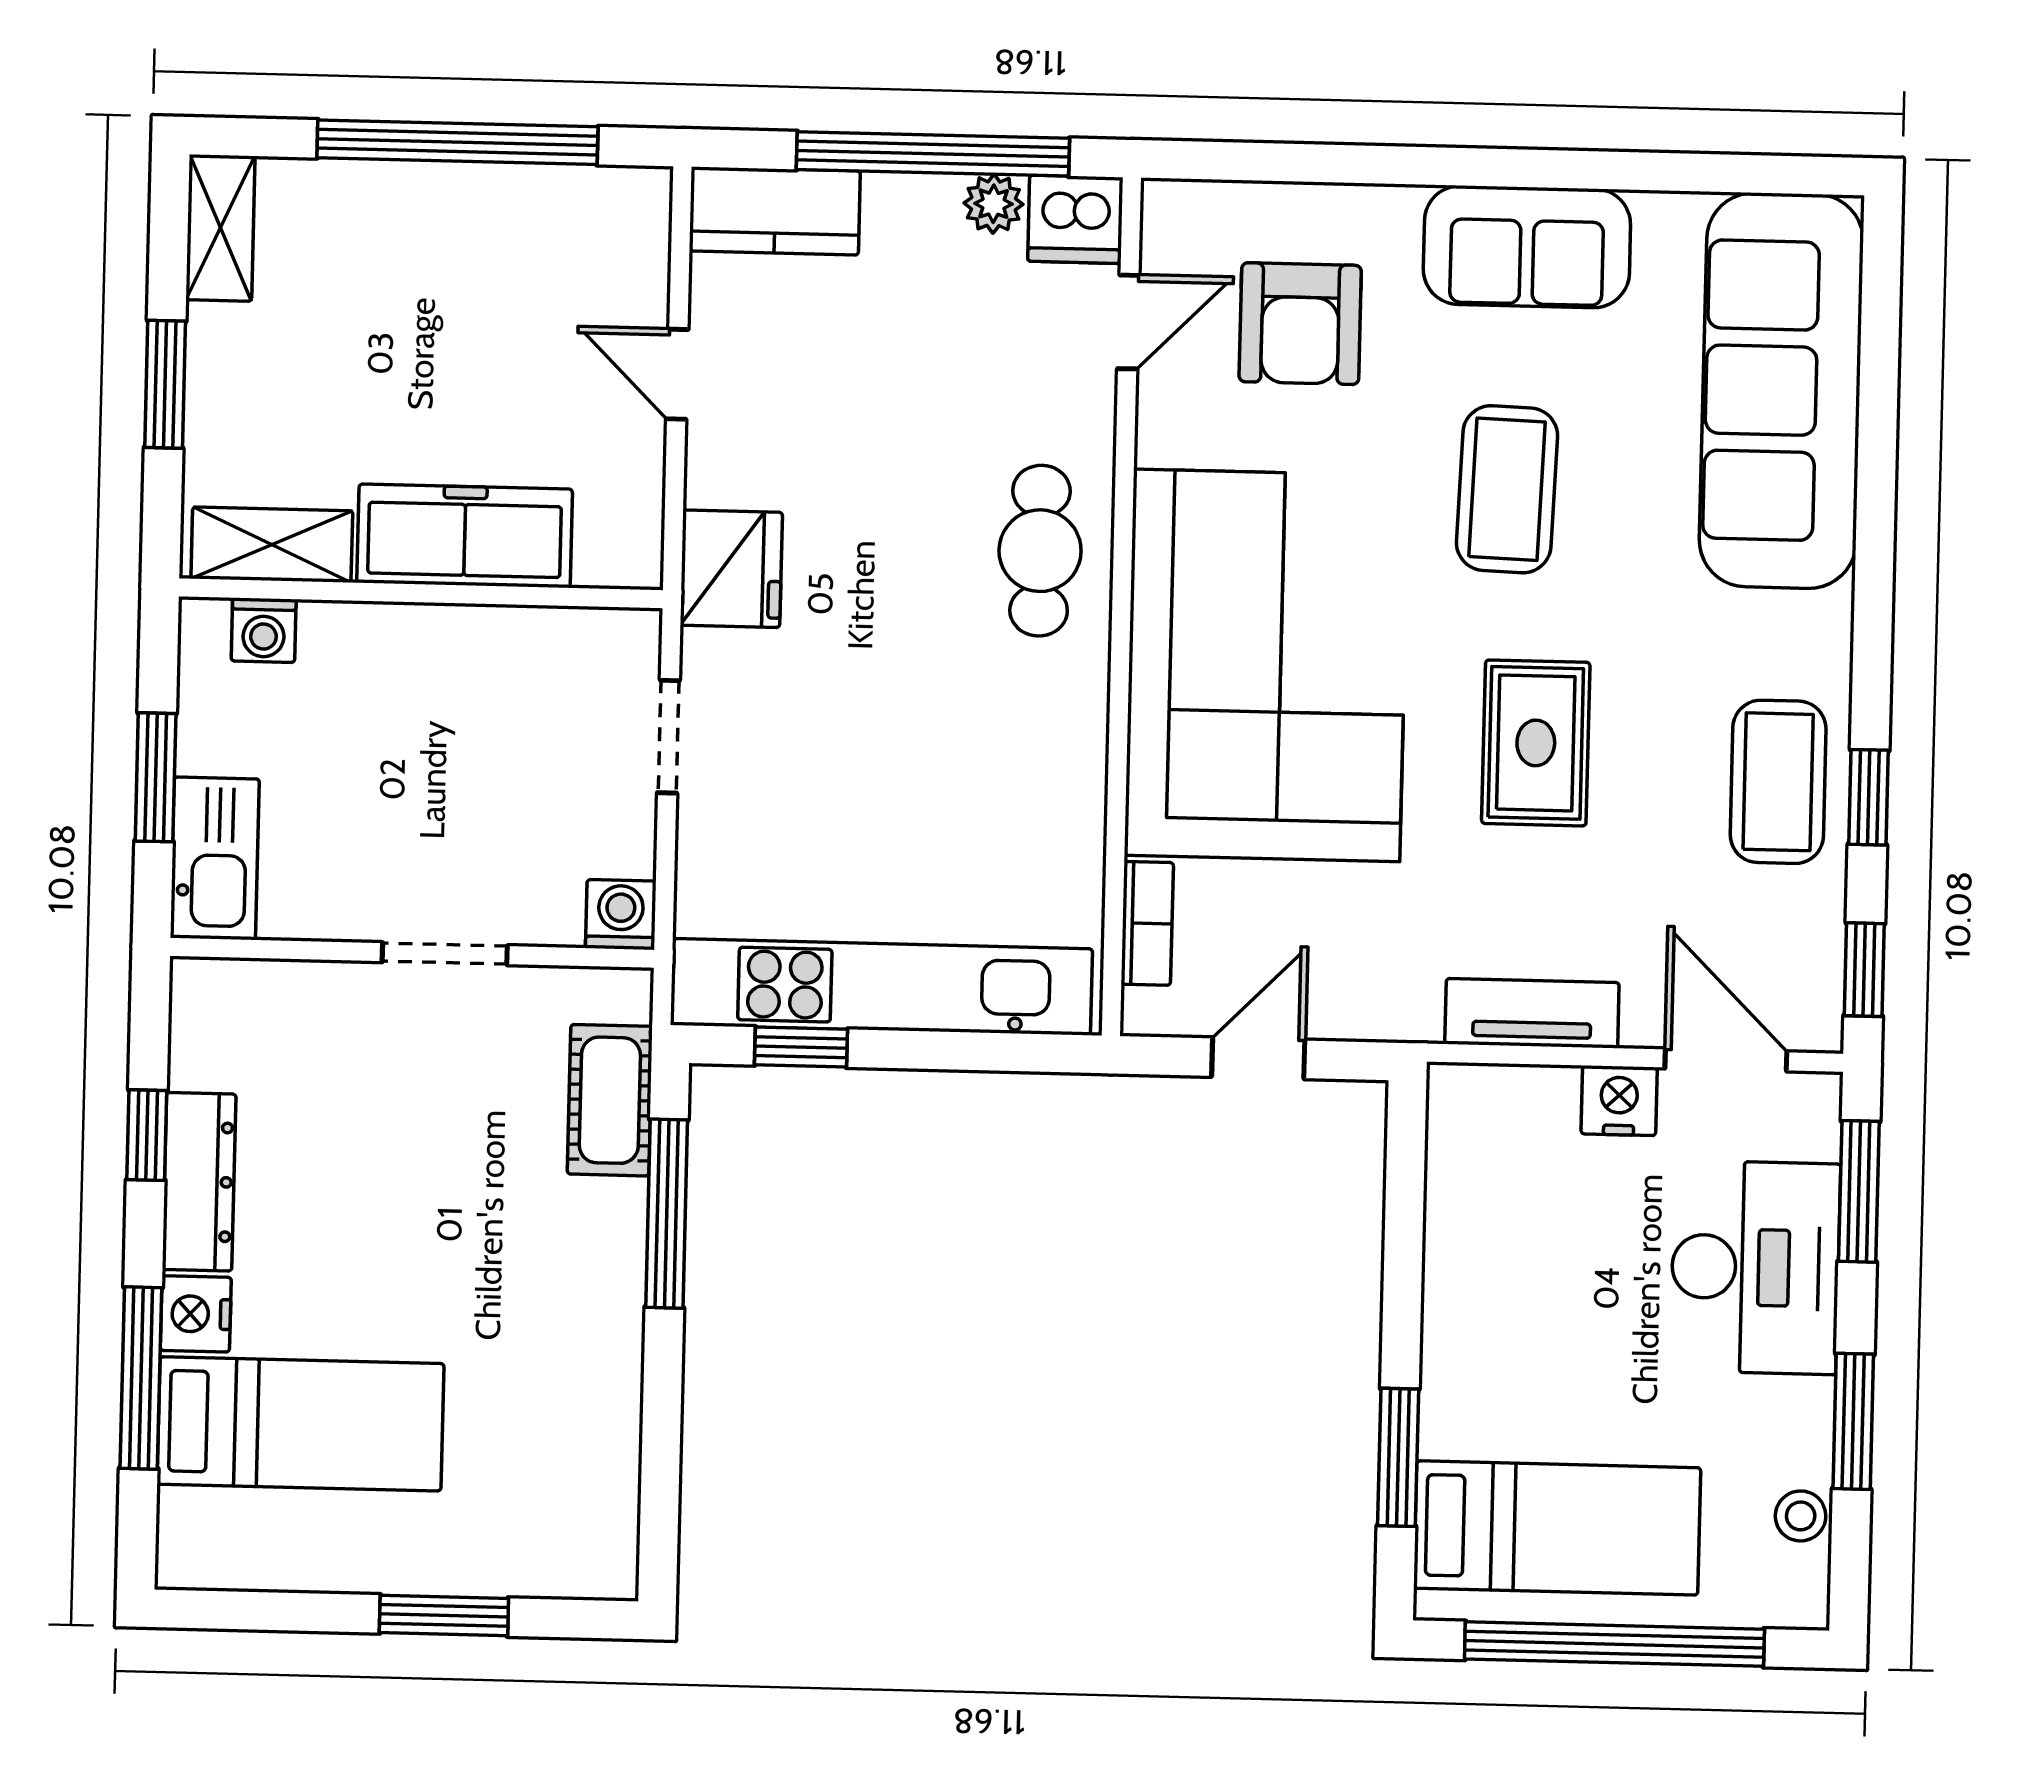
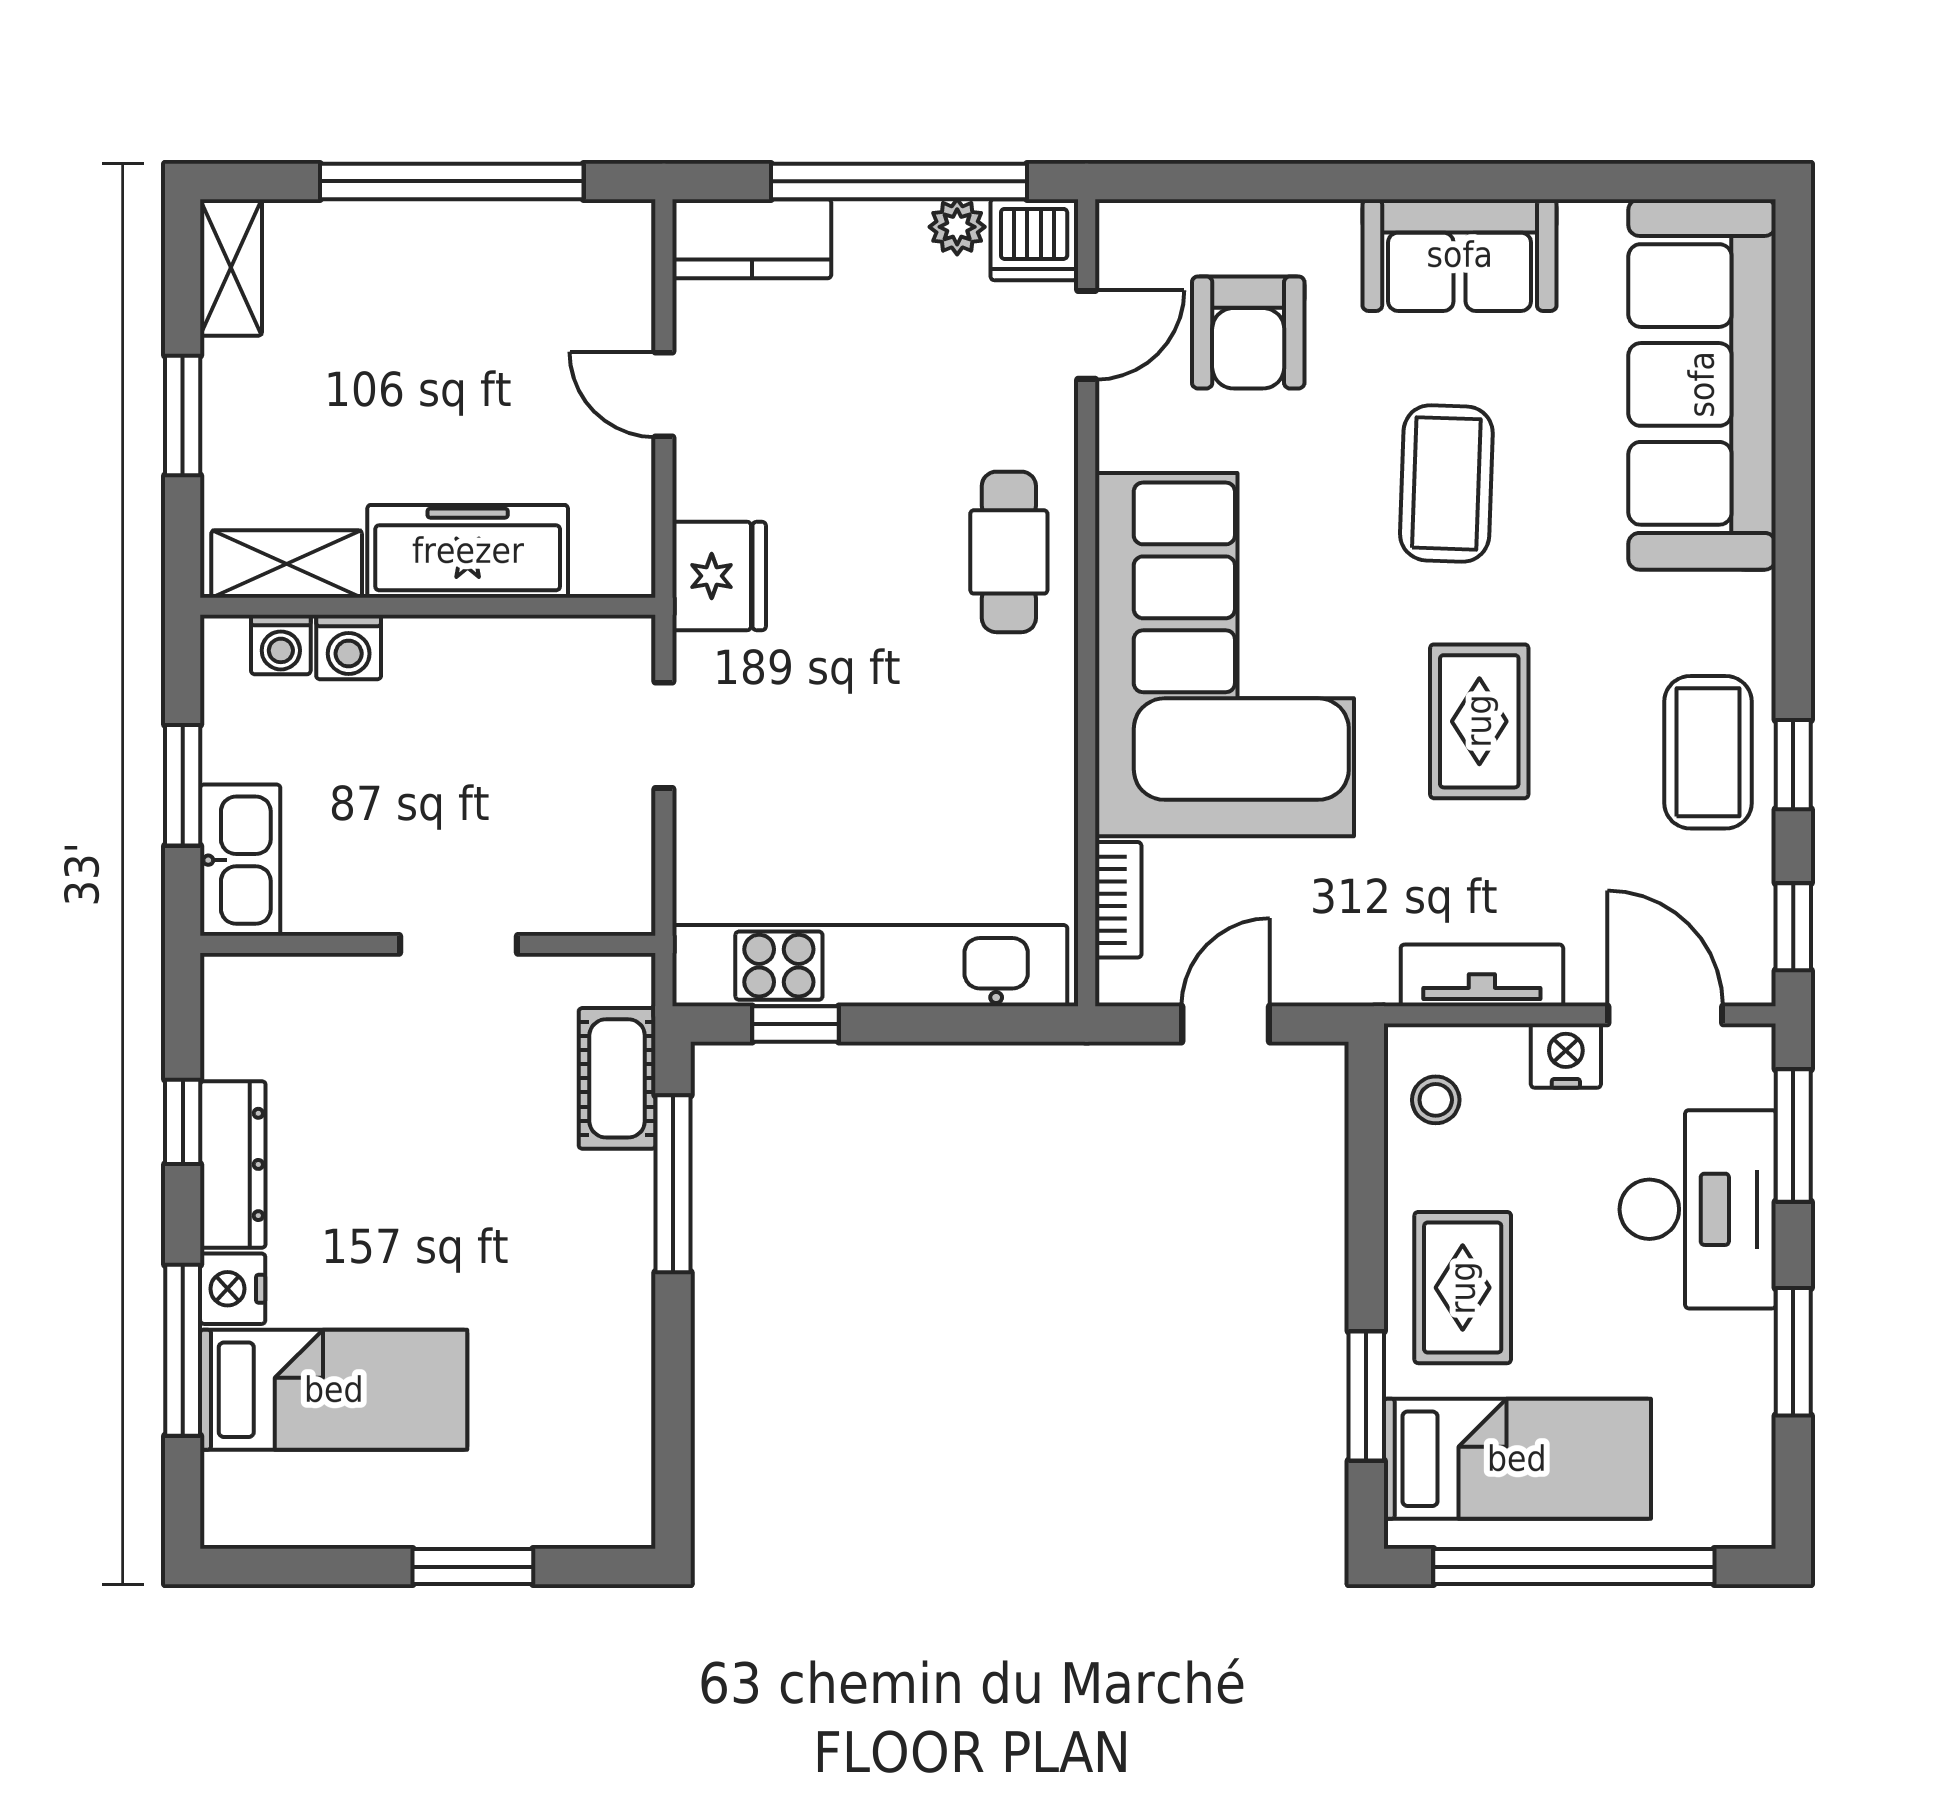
washing machine: (621, 915) -> (349, 647), moved, turned 180
rug: (1503, 1345) -> (1463, 1288), added
stool: (1801, 1516) -> (1436, 1100), moved

